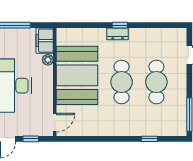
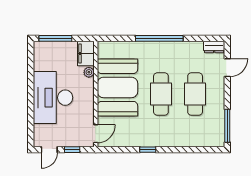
window: (120, 25) -> (159, 38), width x3.17
dresser: (118, 34) -> (214, 47), moved
window: (149, 139) -> (148, 150), moved

